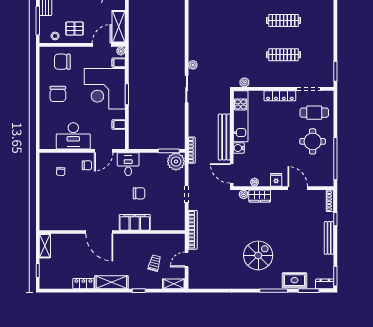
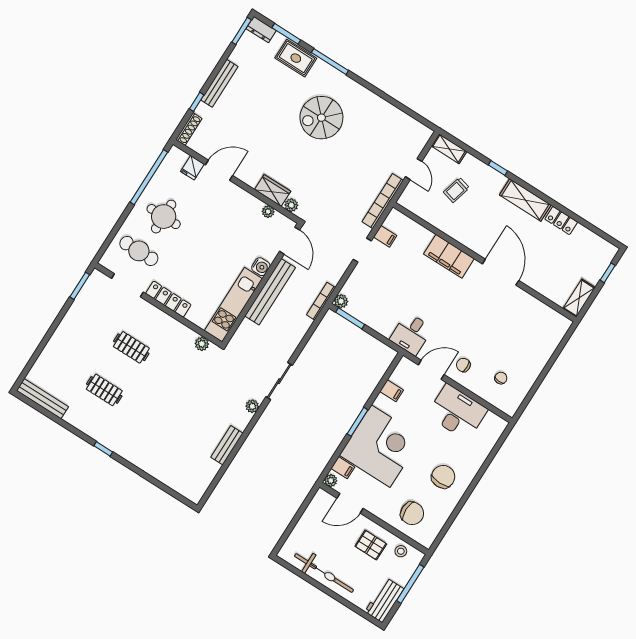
clothes rail: (284, 20) -> (104, 390), width x0.73
shelving: (119, 27) -> (315, 512), removed
bench: (193, 33) -> (227, 445), added
clothes rail: (284, 55) -> (131, 347), width x0.73
plant: (176, 161) -> (341, 301), width x0.53, depth x0.53
fridge: (276, 180) -> (192, 168), moved
door: (298, 188) -> (219, 170), swing flipped
chair: (139, 193) -> (421, 289), removed
filing cabinet: (179, 211) -> (385, 236), added
door: (187, 260) -> (414, 169), hinge flipped

